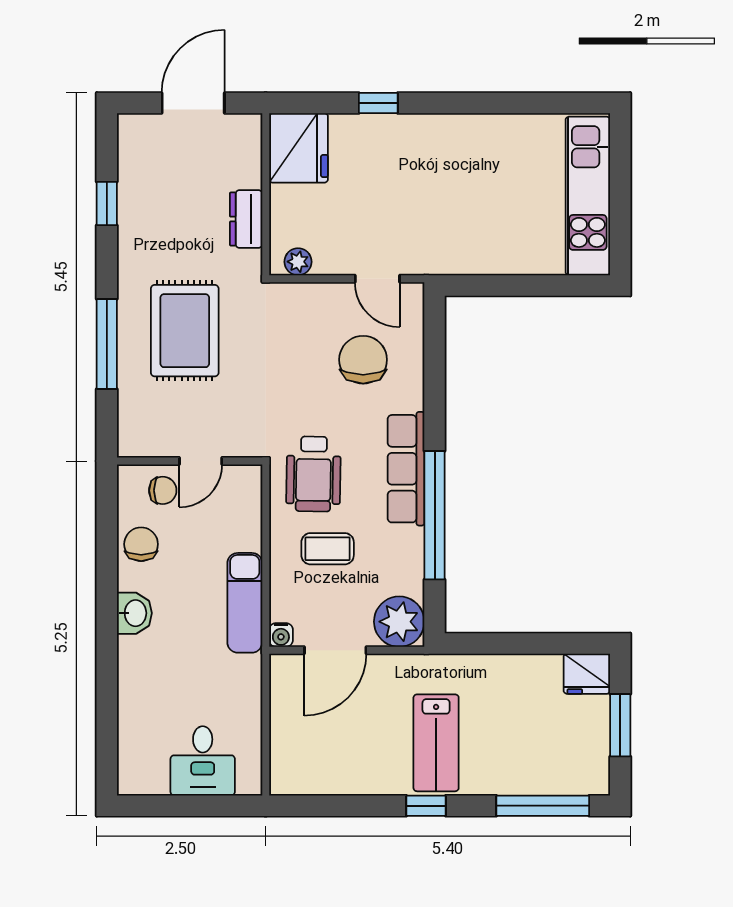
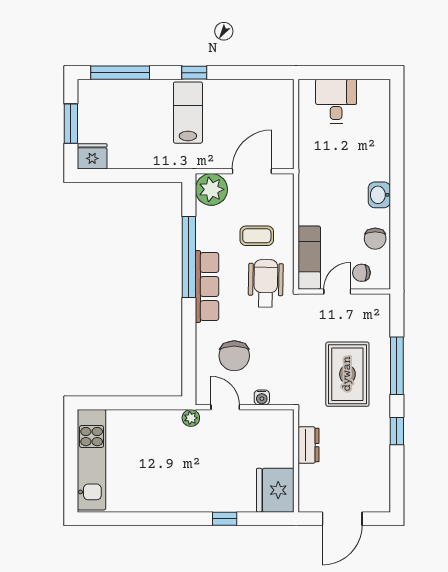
window: (107, 204) -> (397, 431), moved
plant: (298, 262) -> (191, 418), moved
exam couch: (245, 603) -> (309, 258), moved
water cooler: (281, 635) -> (262, 397), moved, turned 180

